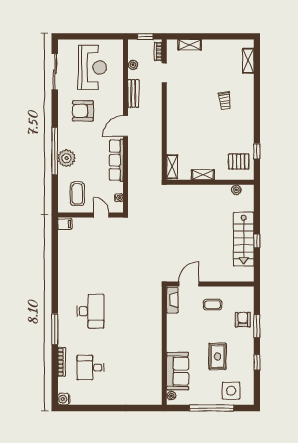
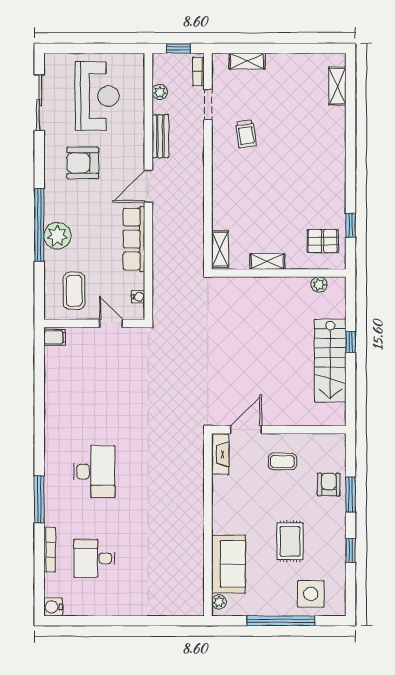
trolley: (225, 101) -> (246, 134), moved
window: (257, 241) -> (351, 342), moved

